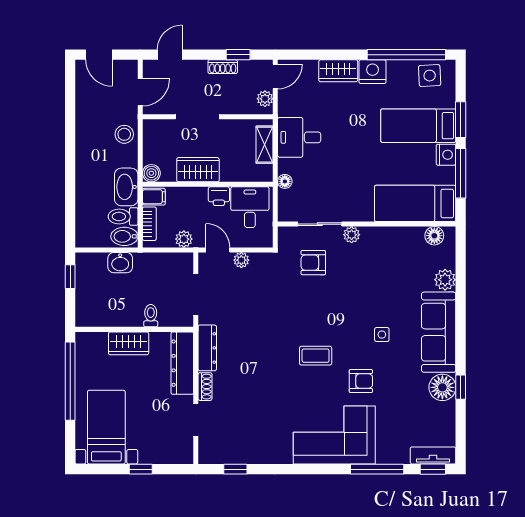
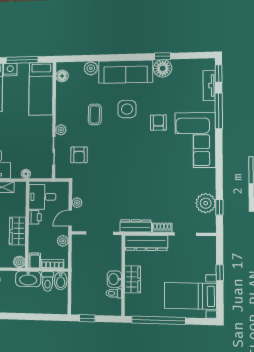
washbasin: (120, 263) -> (114, 279), moved, turned 180
toilet: (151, 316) -> (114, 293), moved
side table: (382, 335) -> (127, 109), width x1.87, depth x1.87
coffee table: (316, 356) -> (95, 114), moved
plant: (241, 450) -> (206, 203), added
tv unit: (433, 455) -> (209, 86), moved

